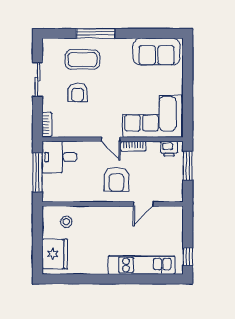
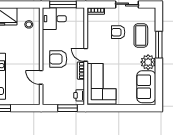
plant: (121, 49) -> (148, 62), added
door: (111, 139) -> (86, 55), hinge flipped
desk: (59, 157) -> (54, 19), moved, turned -90

